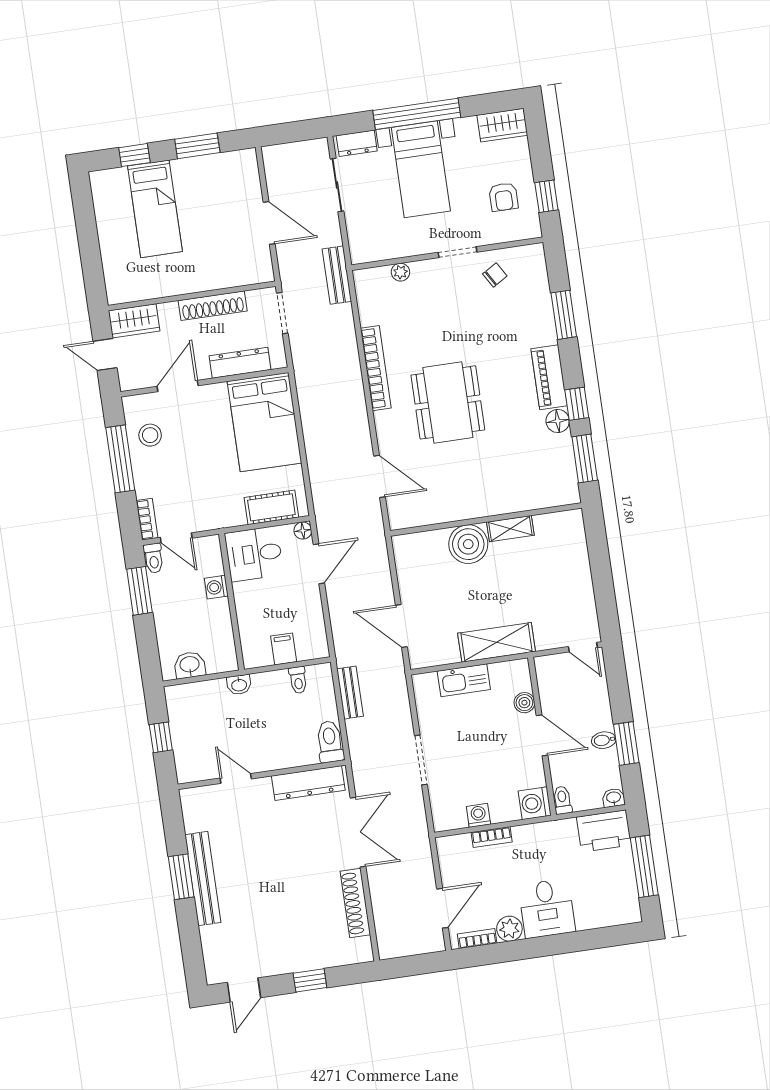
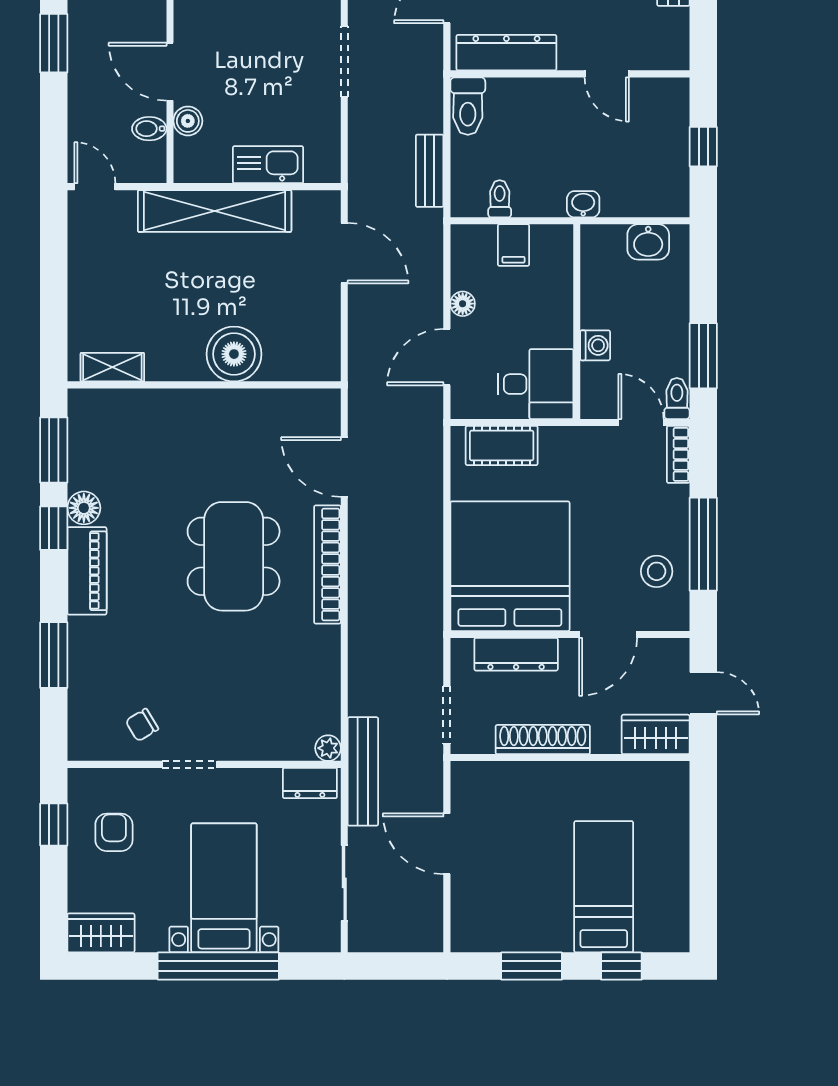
dresser: (357, 143) -> (310, 783), moved, turned 180
plant: (400, 272) -> (328, 748), moved
bench: (337, 275) -> (363, 771), width x1.36
bookcase: (376, 368) -> (327, 565), moved
bed: (264, 422) -> (510, 566), width x1.36
shelving: (510, 529) -> (112, 367), moved
floor lamp: (303, 531) -> (463, 304), moved
shelving: (497, 642) -> (215, 211), width x1.47
bidet: (604, 740) -> (149, 129), moved, turned 180

